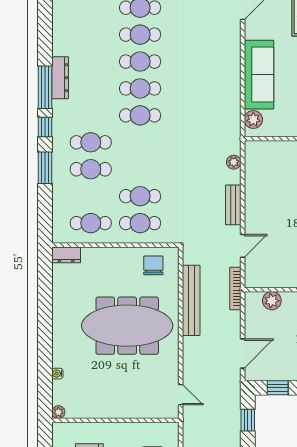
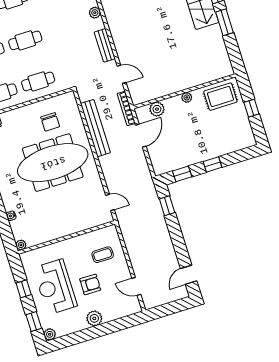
cafe table: (140, 196) -> (25, 40), moved
door: (243, 246) -> (122, 74), hinge flipped
chair: (153, 265) -> (50, 122), moved, turned 180
door: (243, 353) -> (141, 136), moved

